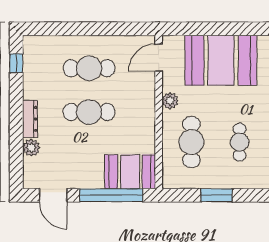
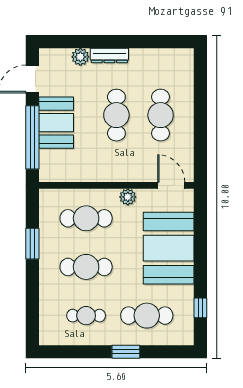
window: (16, 63) -> (166, 42), removed
cafe table: (240, 142) -> (86, 267), width x1.37, depth x1.35
booth: (130, 172) -> (56, 123), moved

